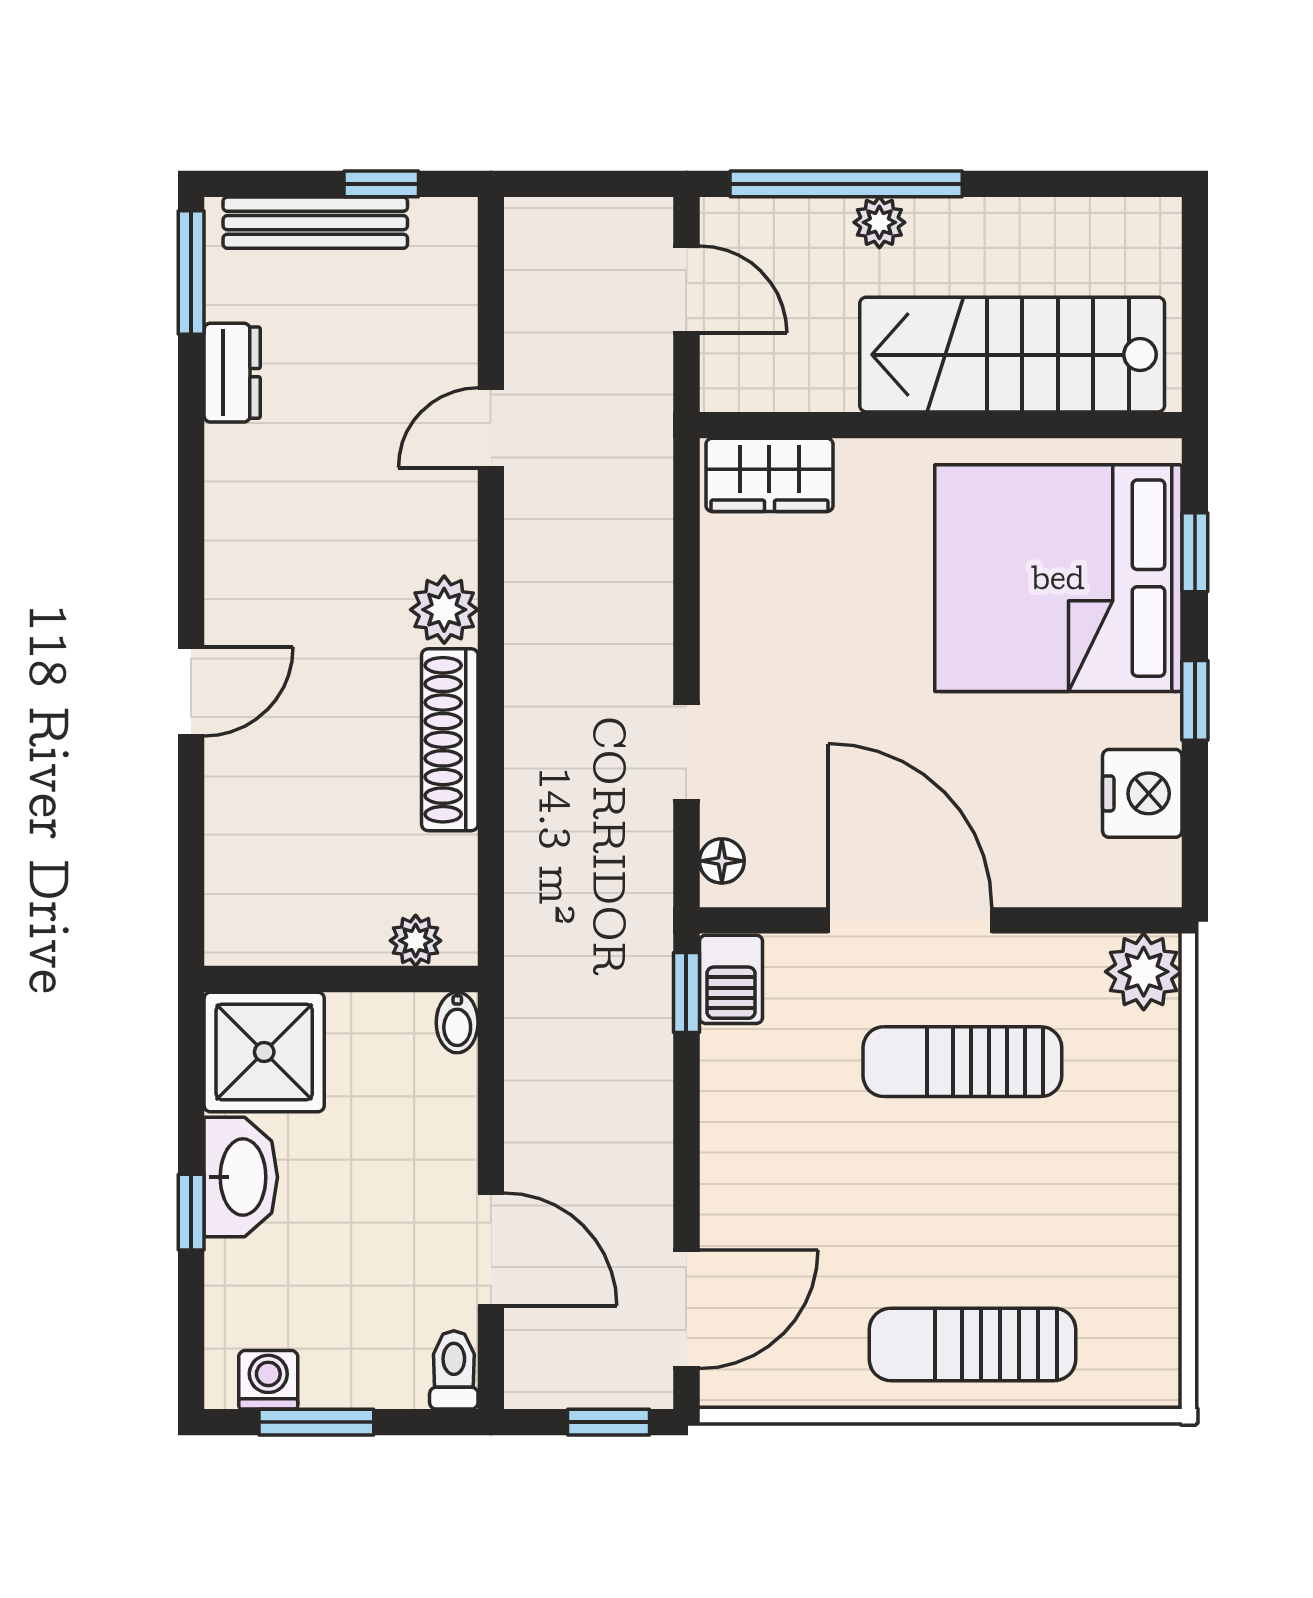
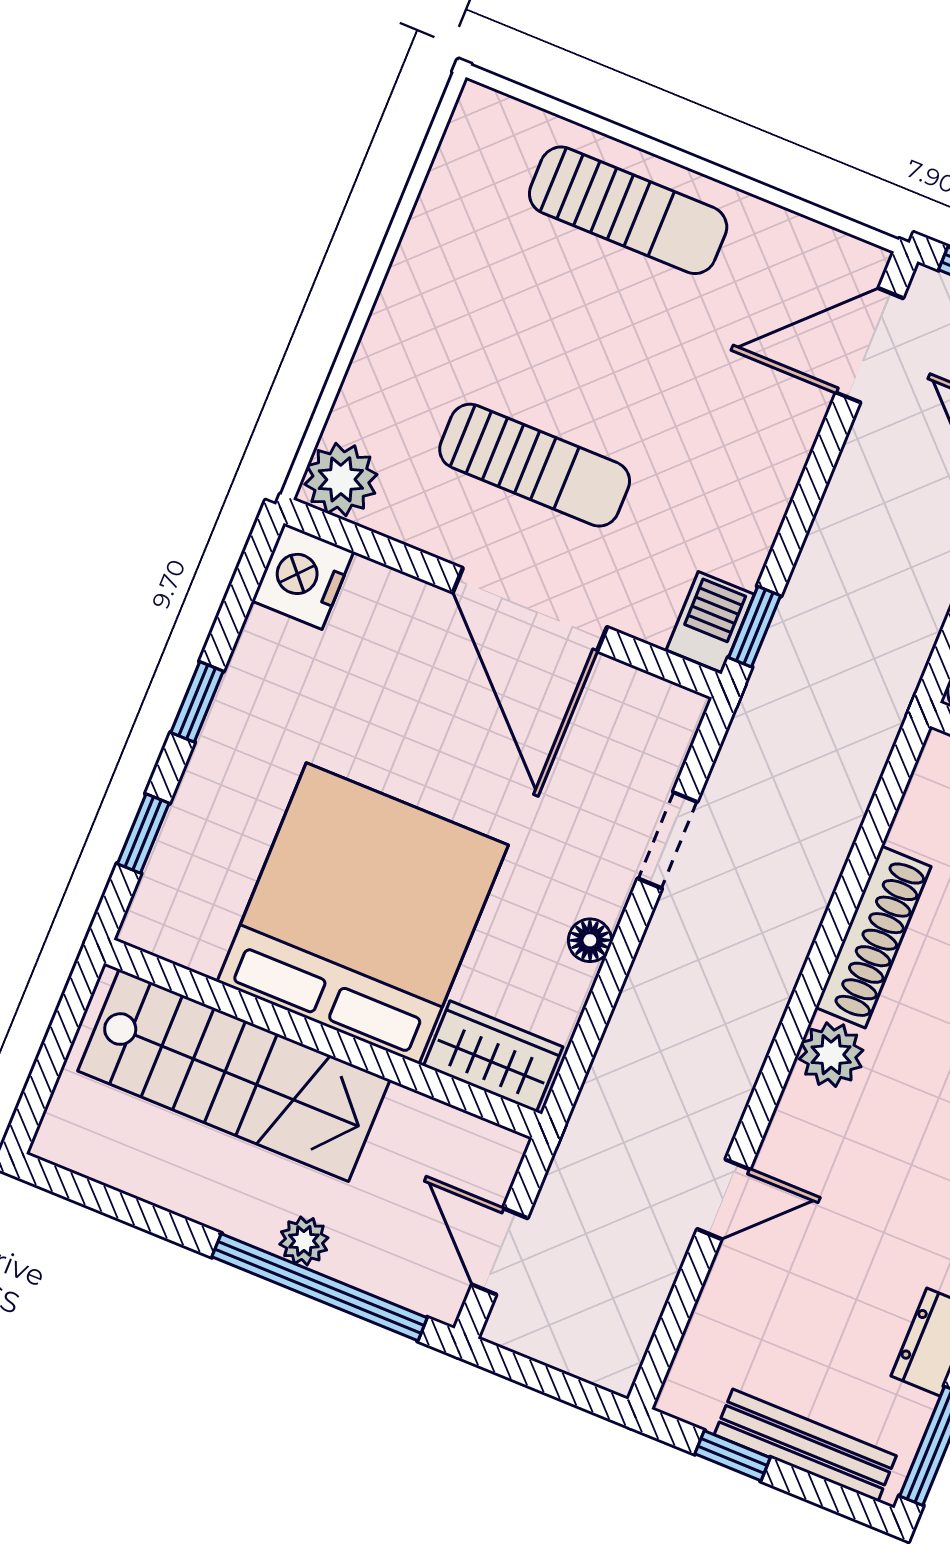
bed: (1058, 578) -> (363, 913), moved, turned -90
nightstand: (1142, 793) -> (303, 576), moved
floor lamp: (722, 861) -> (590, 940), moved

